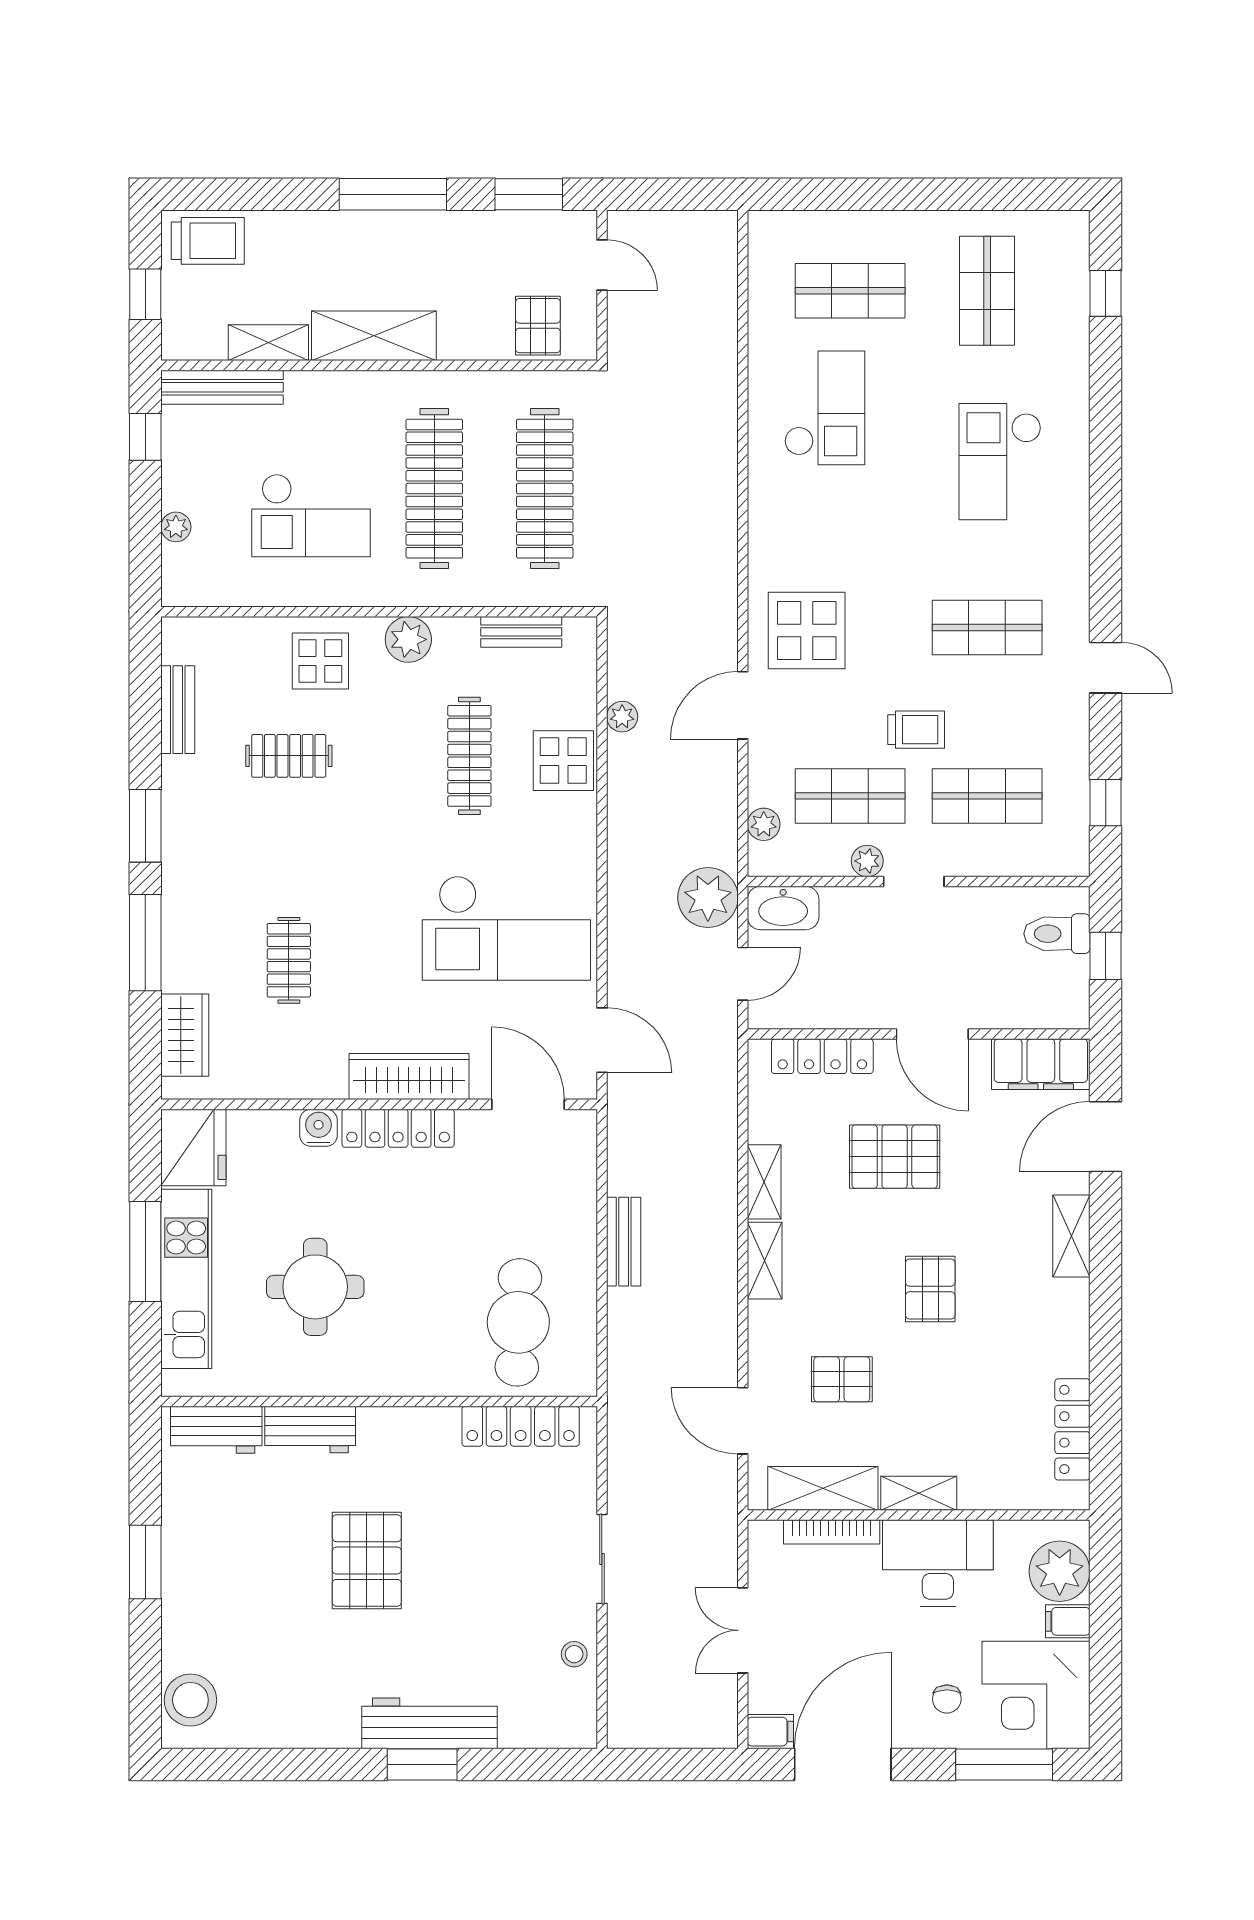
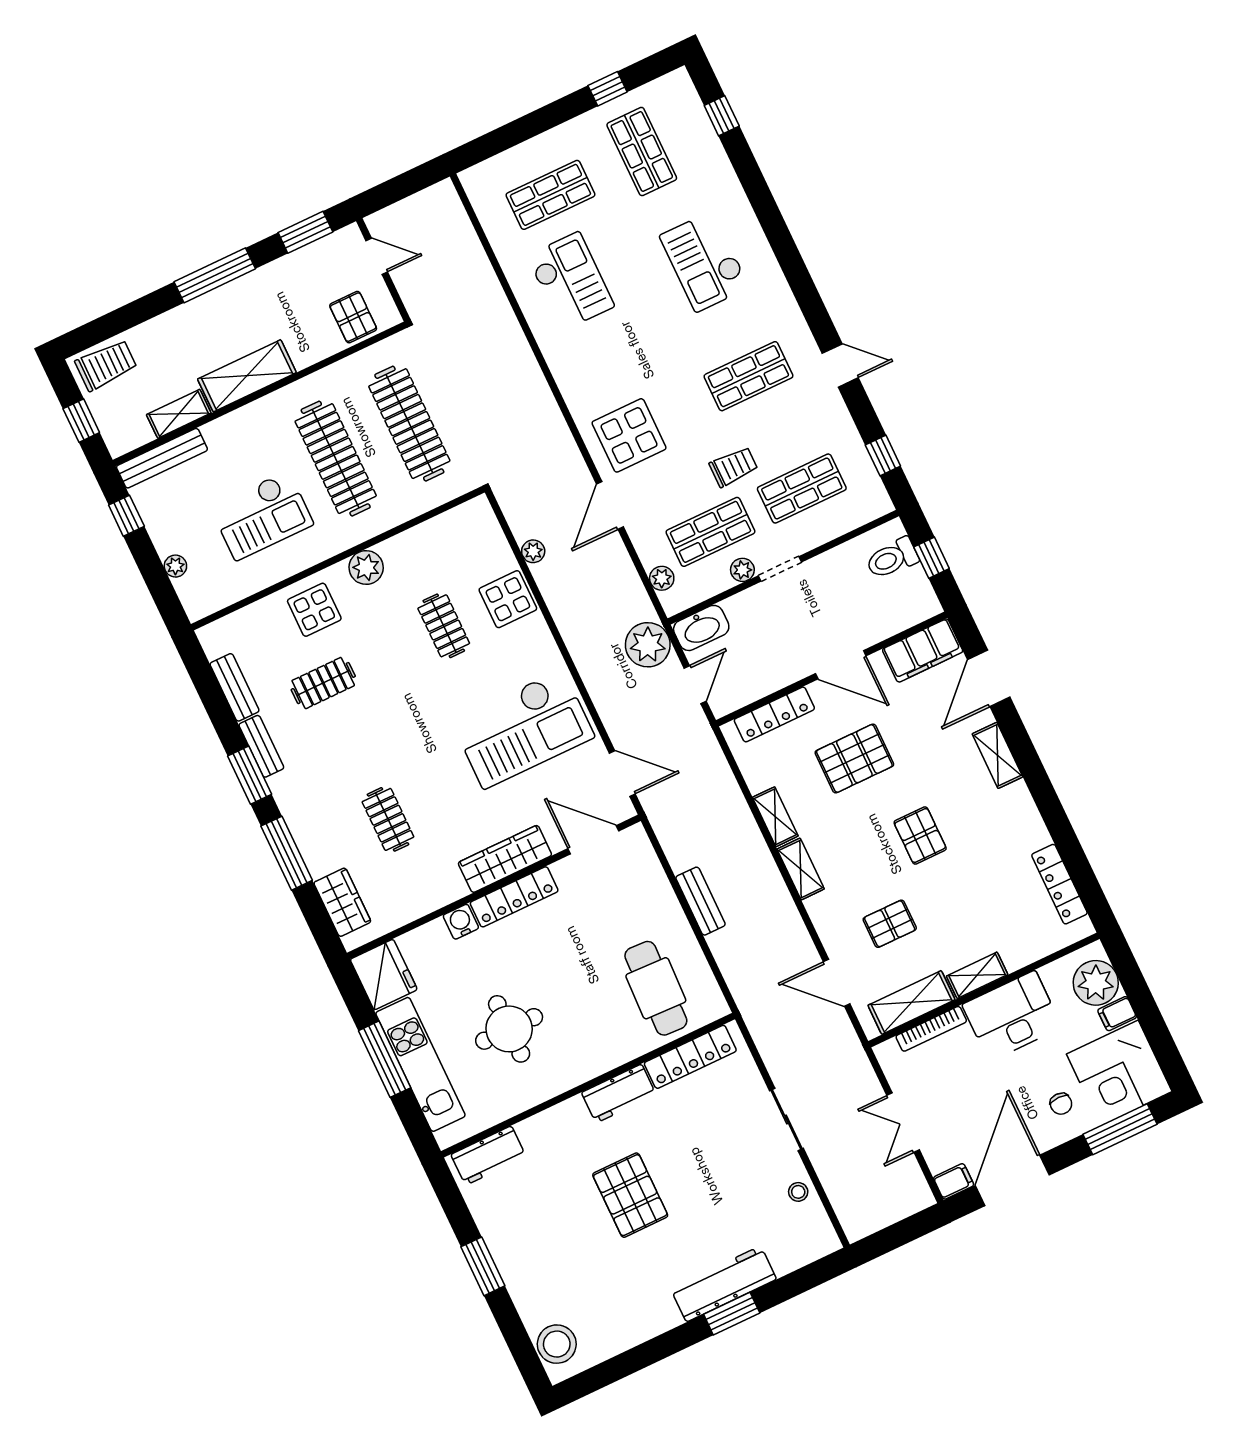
window: (982, 194) -> (608, 89), added
bench: (521, 632) -> (261, 746), moved, turned 90
clothes rail: (469, 756) -> (444, 626), width x0.73
workbench: (310, 1430) -> (619, 1094), moved

